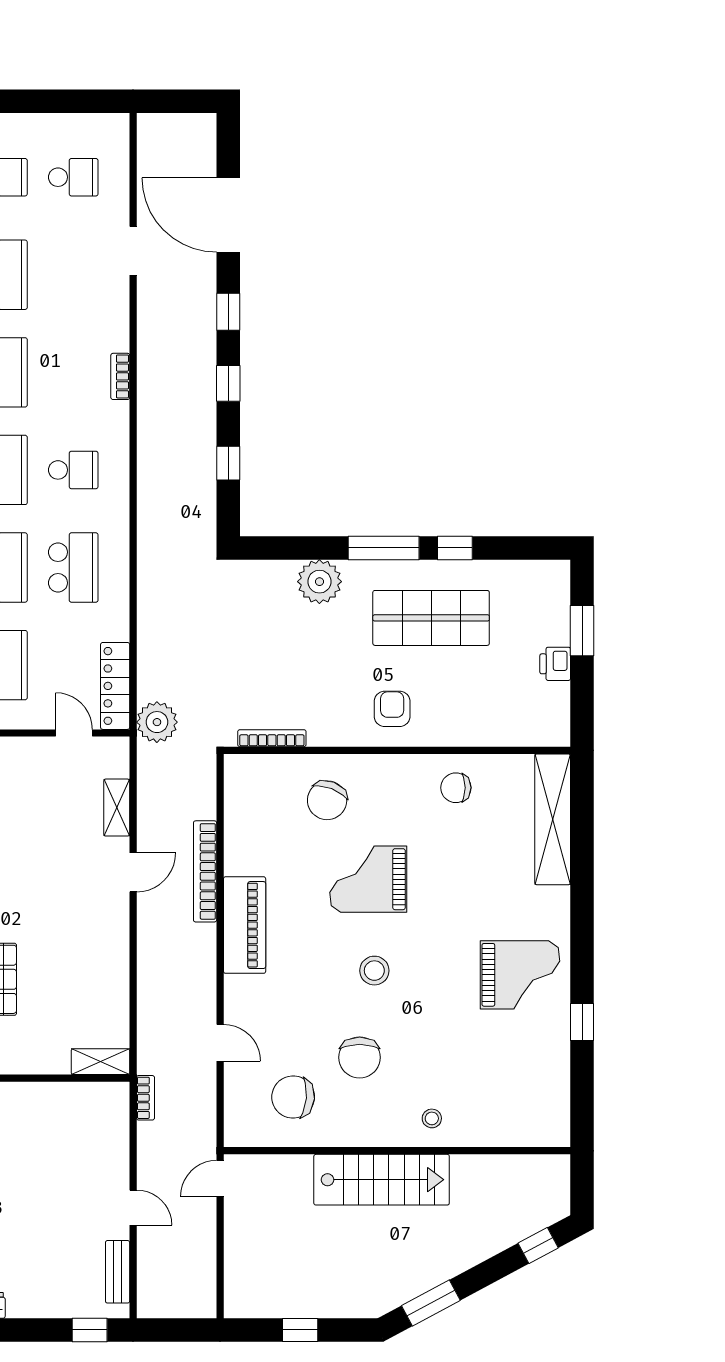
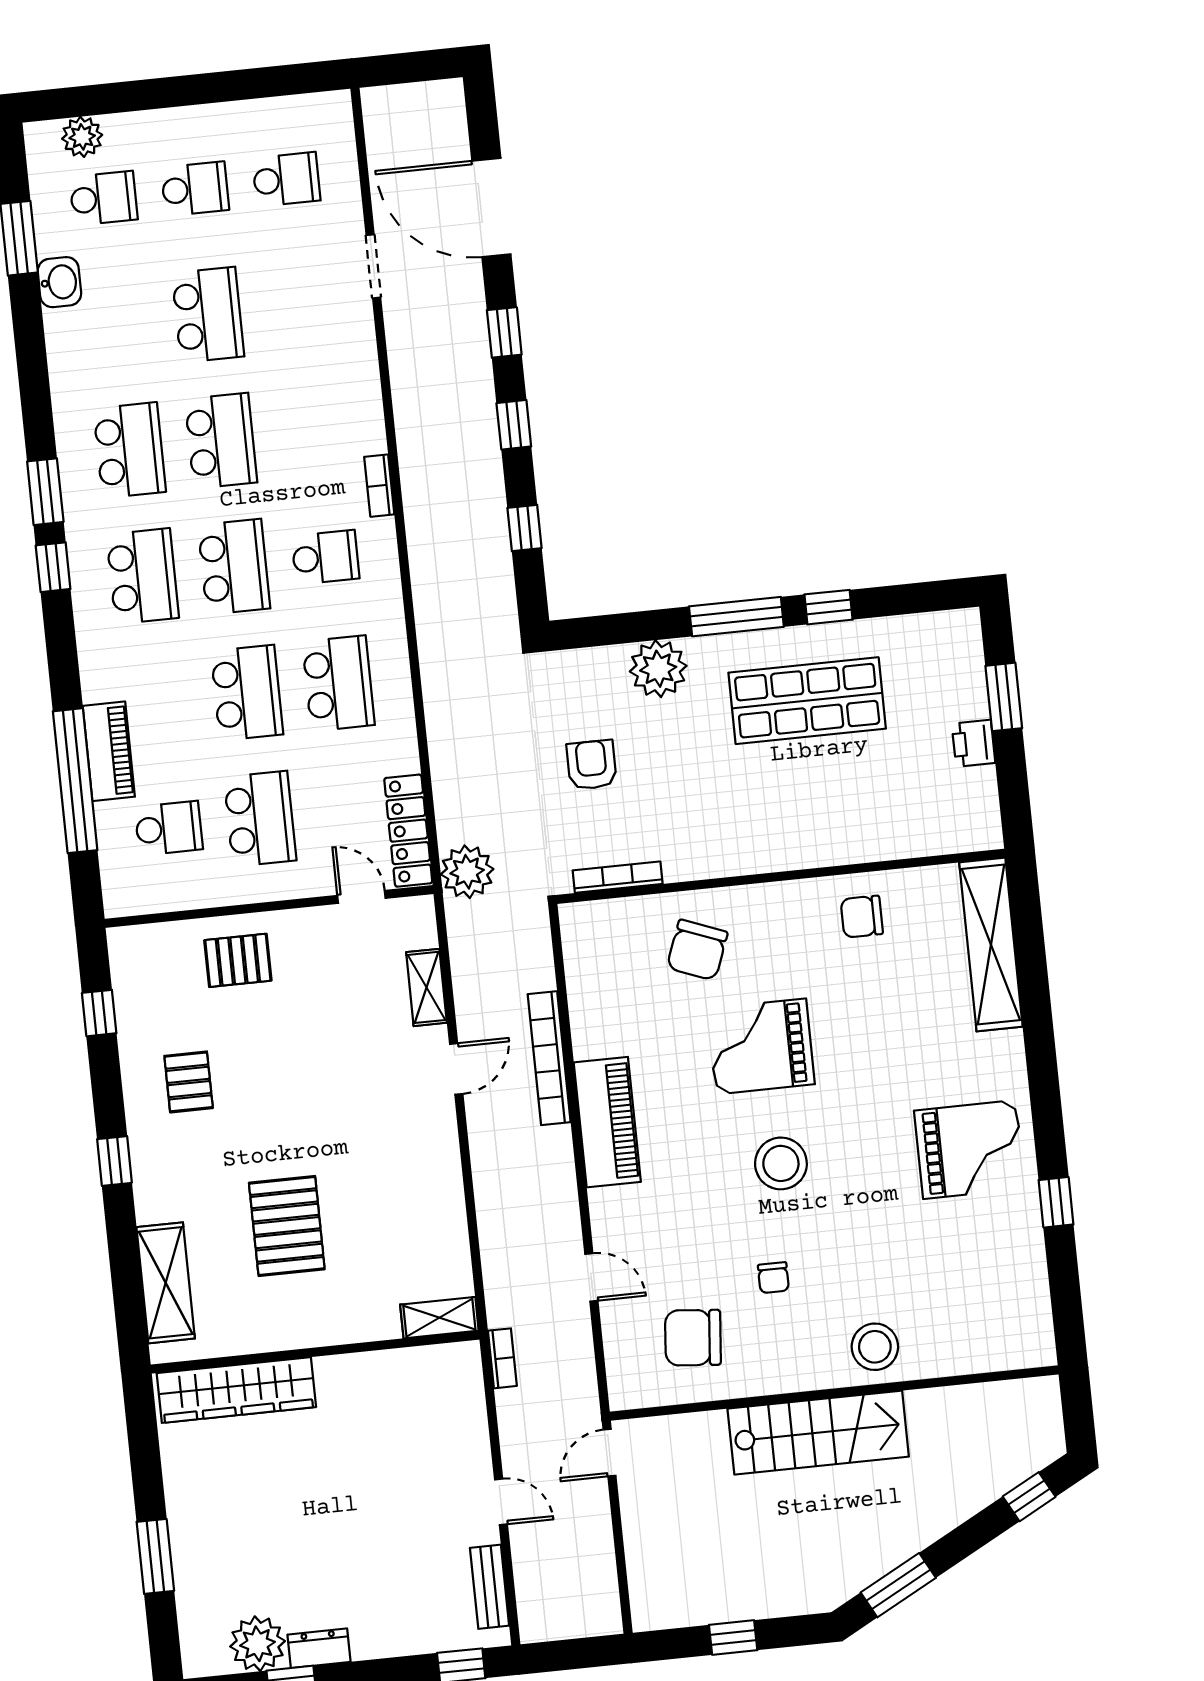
bookcase: (120, 376) -> (379, 486), moved
armchair: (392, 709) -> (592, 765), moved
stool: (374, 971) -> (781, 1163), width x1.38, depth x1.38
chair: (360, 1057) -> (773, 1278), width x0.54, depth x0.54
stool: (432, 1118) -> (875, 1347), width x1.89, depth x1.89

